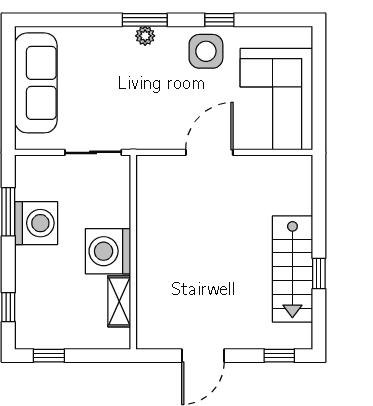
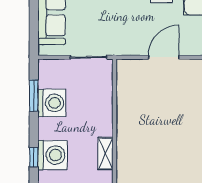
washing machine: (108, 251) -> (53, 155), moved, turned 180

